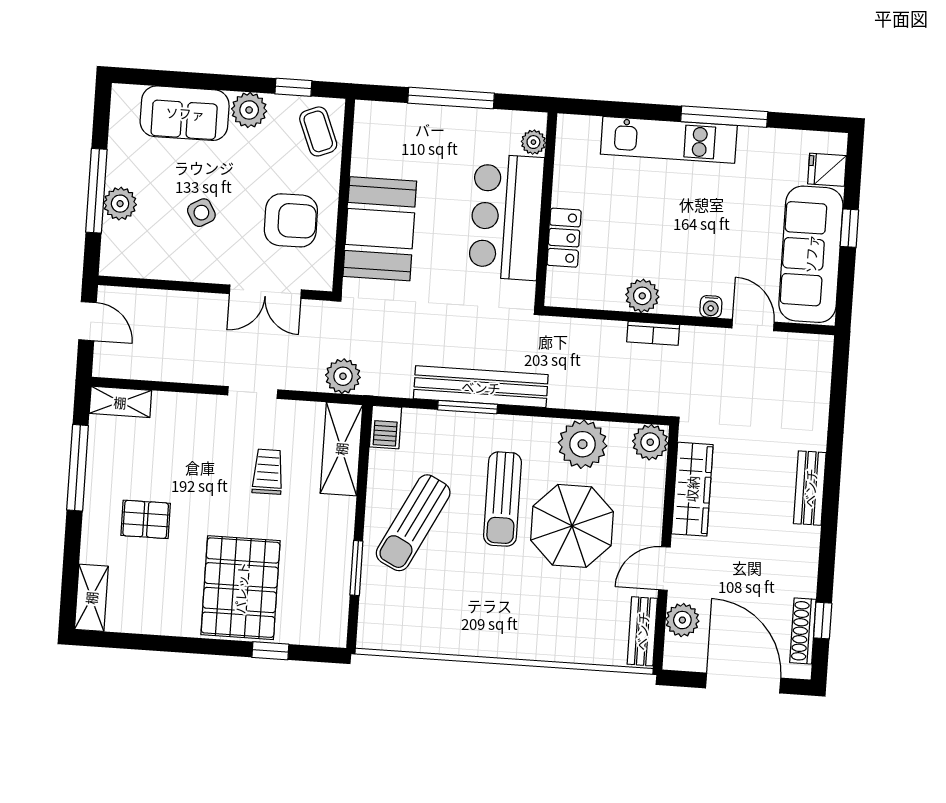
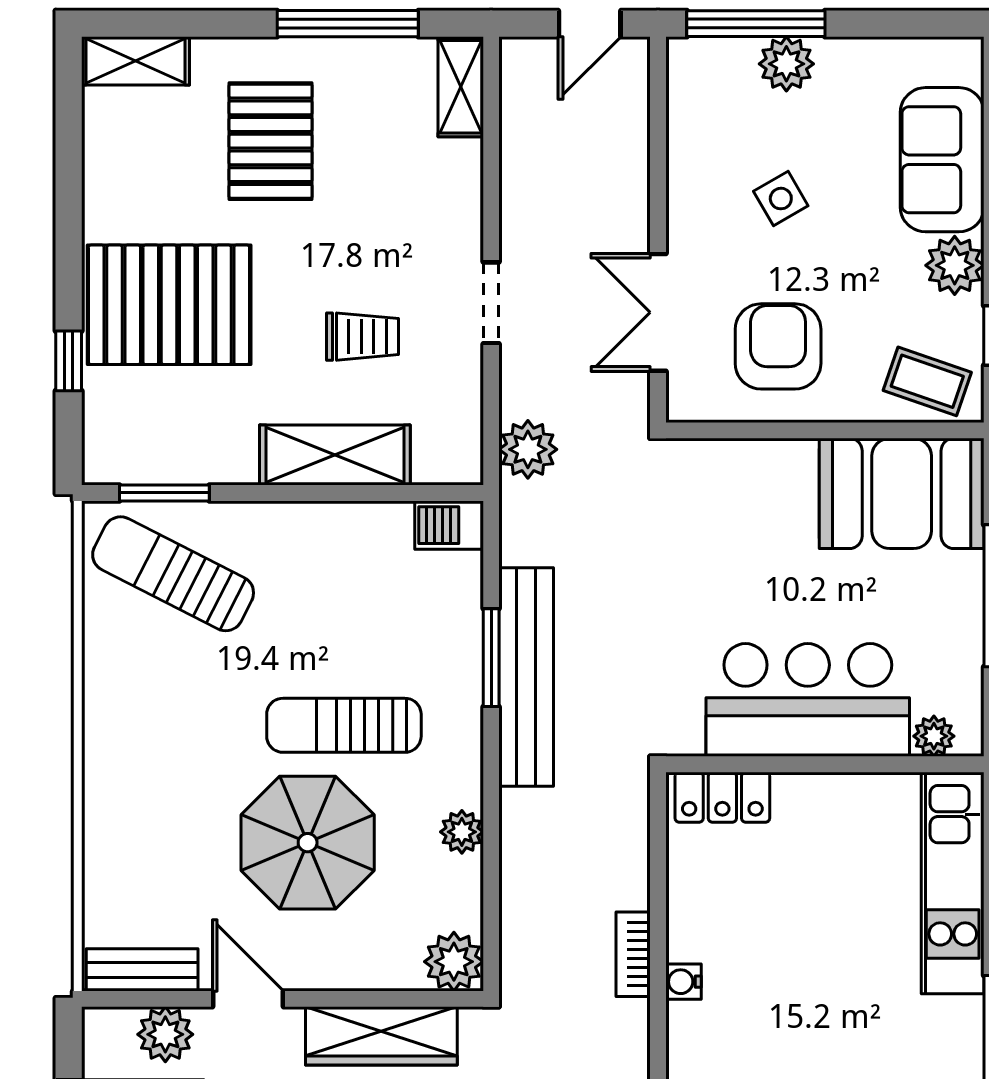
coffee table: (318, 131) -> (927, 381), turned 41
kitchen unit: (669, 140) -> (953, 883), moved
window: (96, 191) -> (756, 24), moved
armchair: (291, 220) -> (778, 346), turned 180
booth: (380, 229) -> (902, 493), moved
locker: (564, 238) -> (722, 797), moved
plant: (642, 296) -> (693, 932), removed
water cooler: (711, 307) -> (683, 982), moved
plant: (583, 444) -> (462, 832), width x0.53, depth x0.53
shelving: (341, 449) -> (335, 455), moved
pallet: (146, 519) -> (271, 141), width x1.50, depth x1.42
sun lounger: (413, 523) -> (173, 574), moved
window: (356, 568) -> (164, 493), moved

